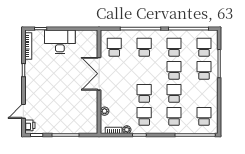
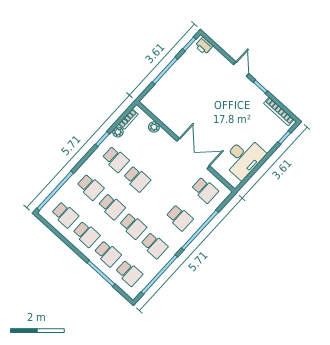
desk: (60, 42) -> (244, 158), moved
school desk: (204, 93) -> (86, 234), added
door: (23, 111) -> (241, 69), moved

